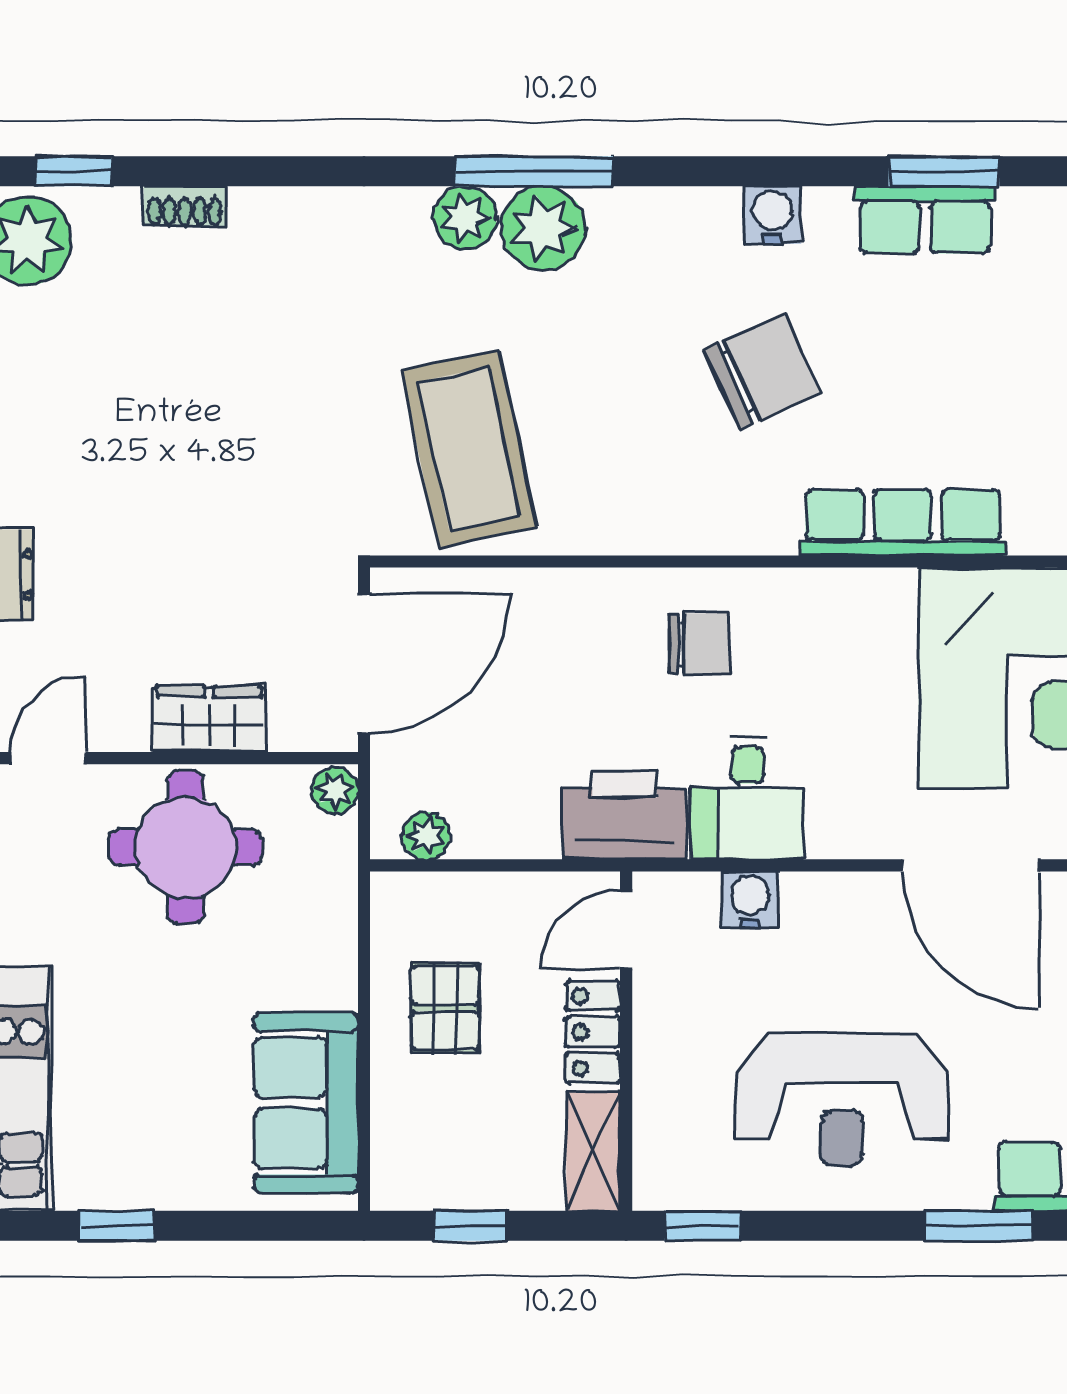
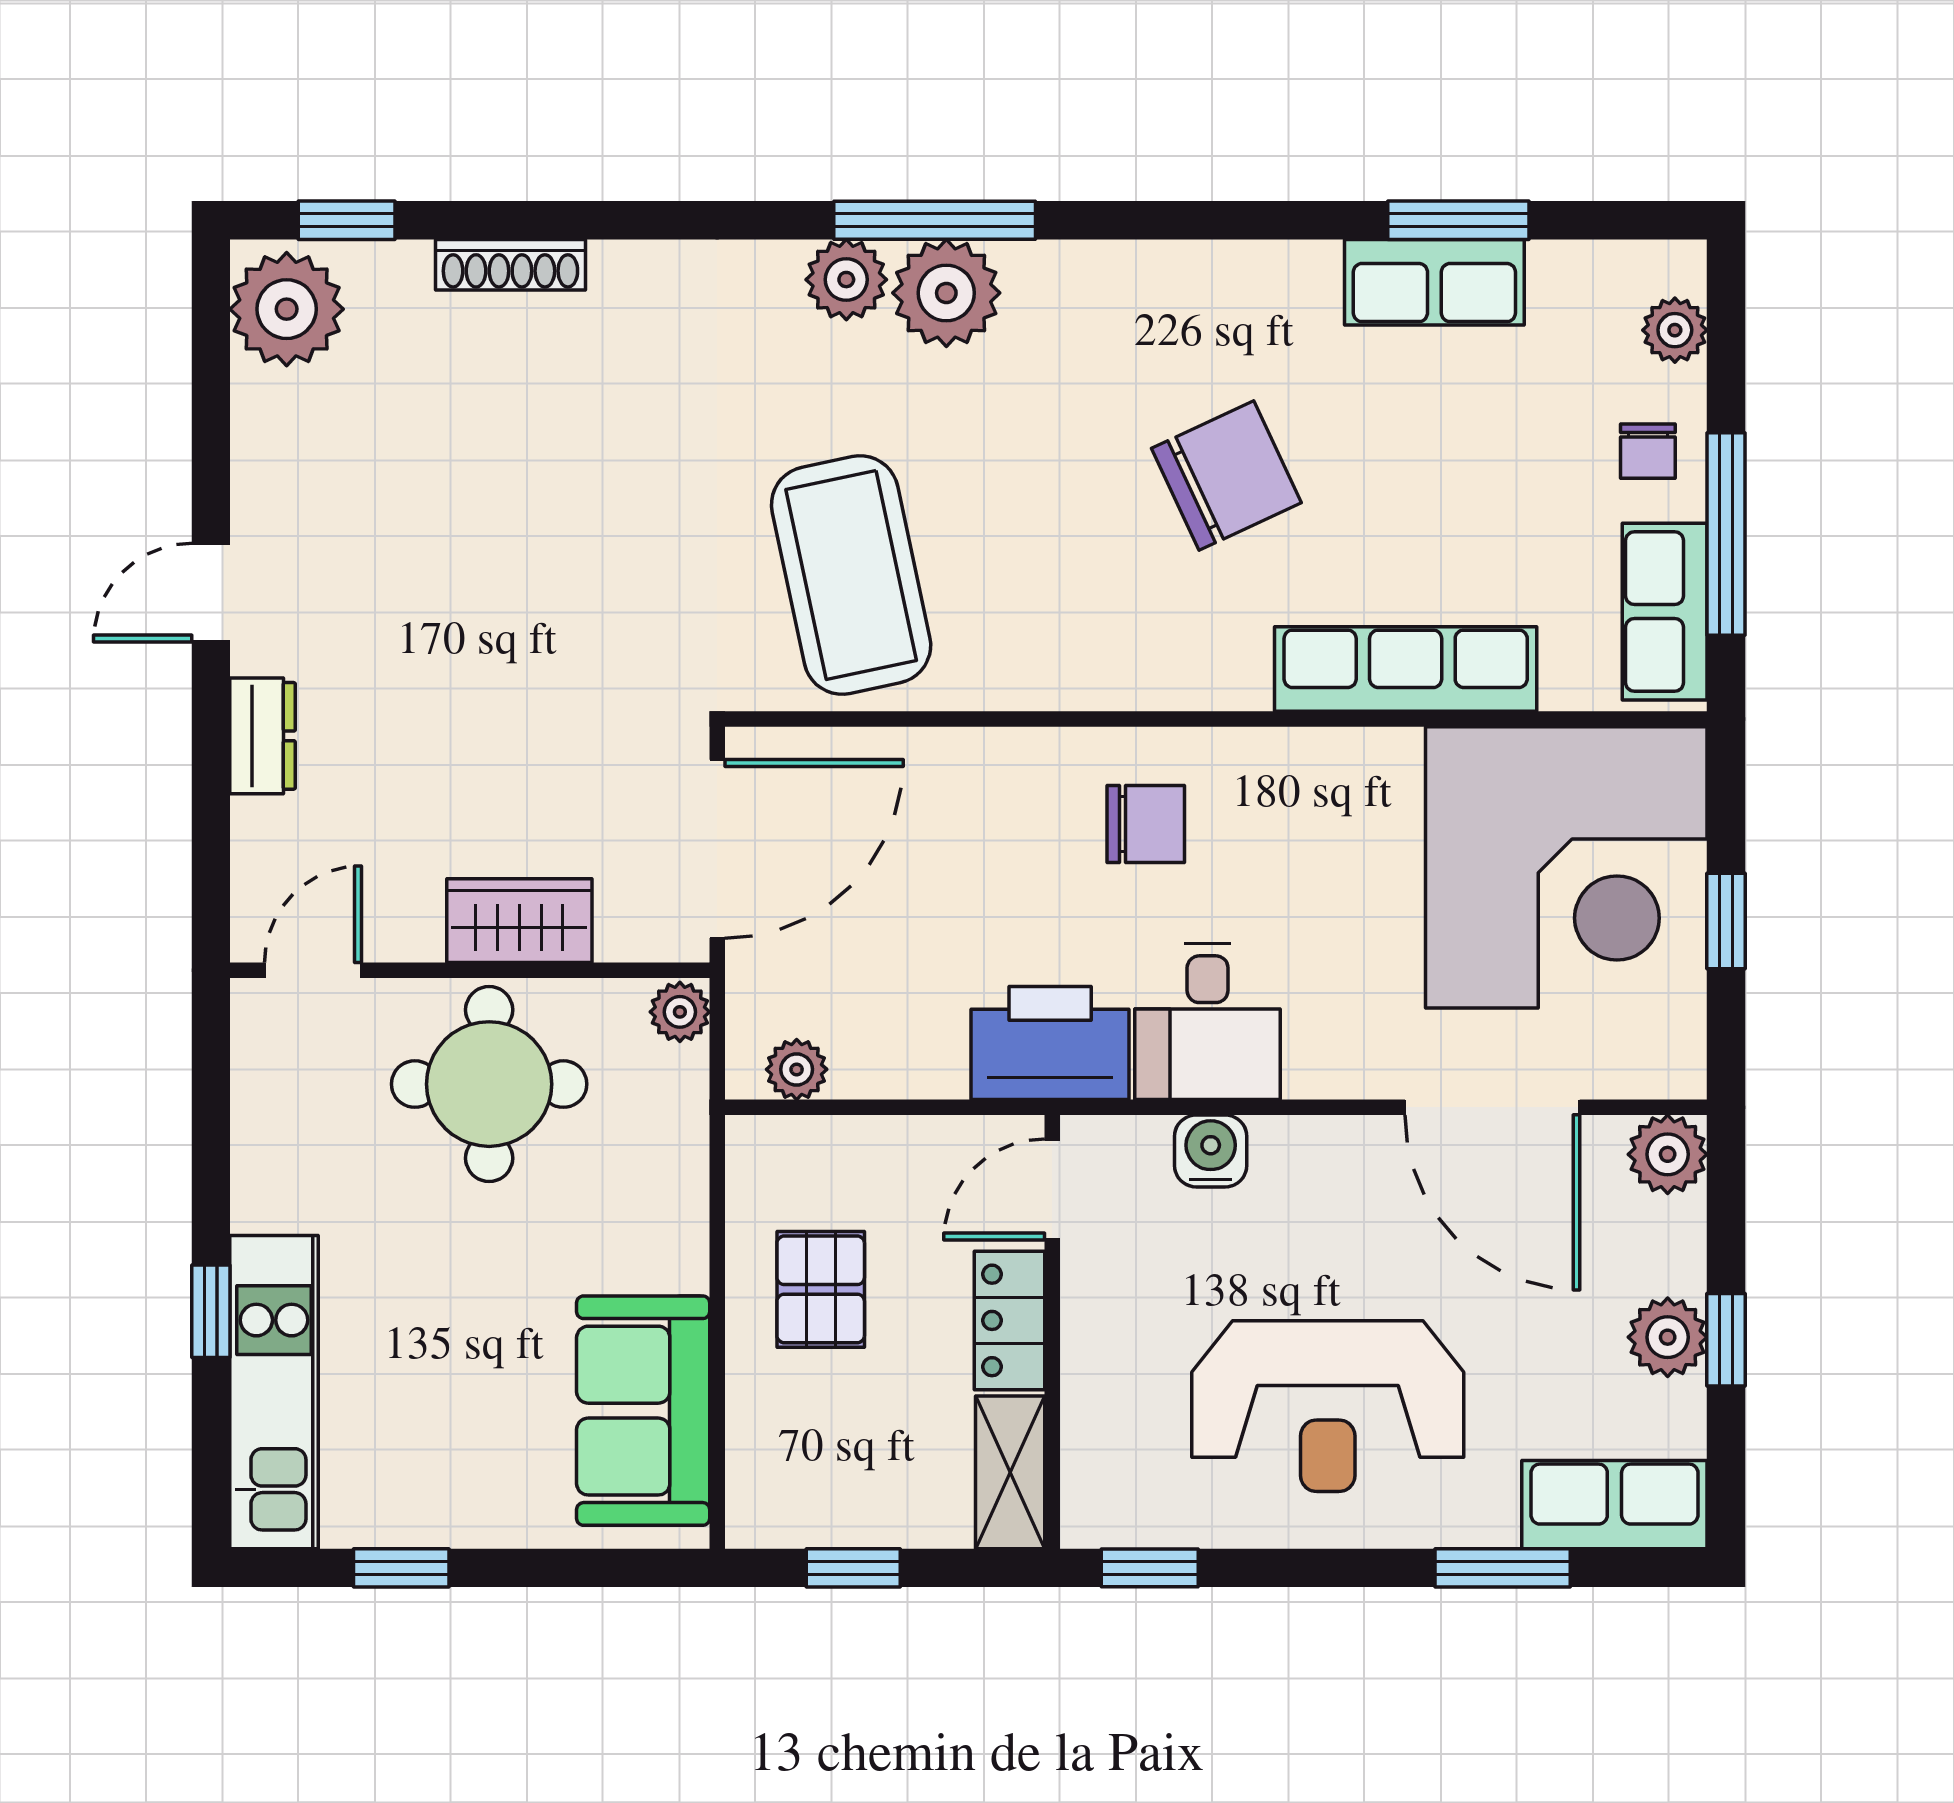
shoe rack: (185, 206) -> (510, 265), width x1.43
water cooler: (772, 215) -> (1239, 276), removed

